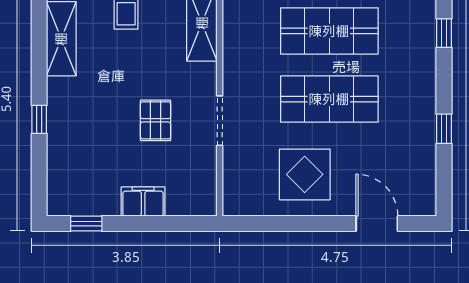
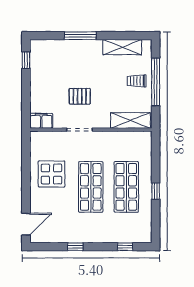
window: (39, 119) -> (80, 36), width x2.17
filing cabinet: (143, 202) -> (41, 121), moved, turned -90
door: (377, 223) -> (26, 224), moved

